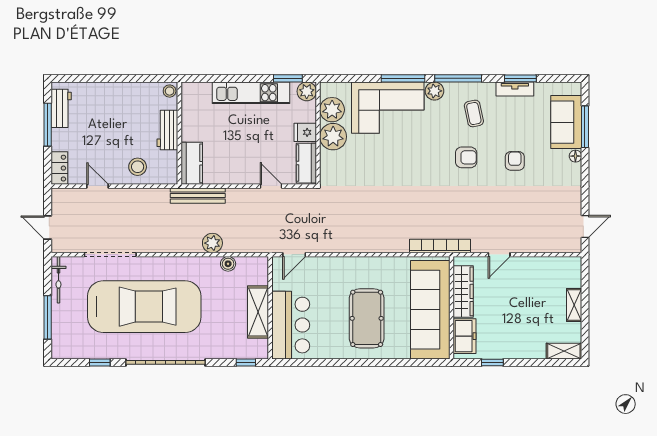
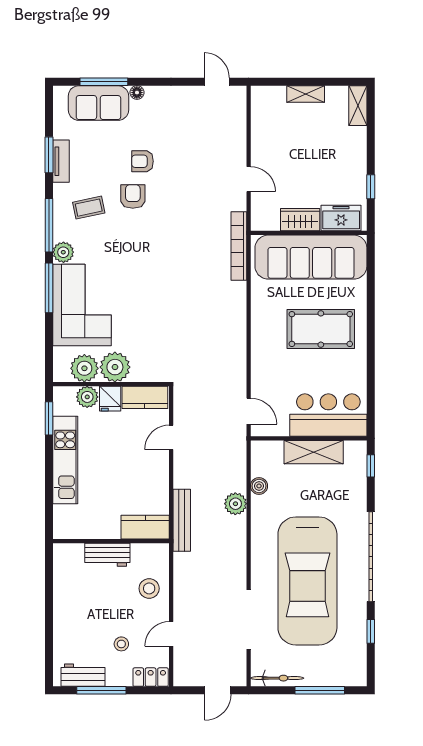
stool: (170, 91) -> (121, 644), moved
plant: (307, 91) -> (87, 397), moved
armchair: (466, 157) -> (133, 196), moved
wardrobe: (463, 291) -> (300, 220), width x0.67
car: (144, 307) -> (307, 581), turned 180

